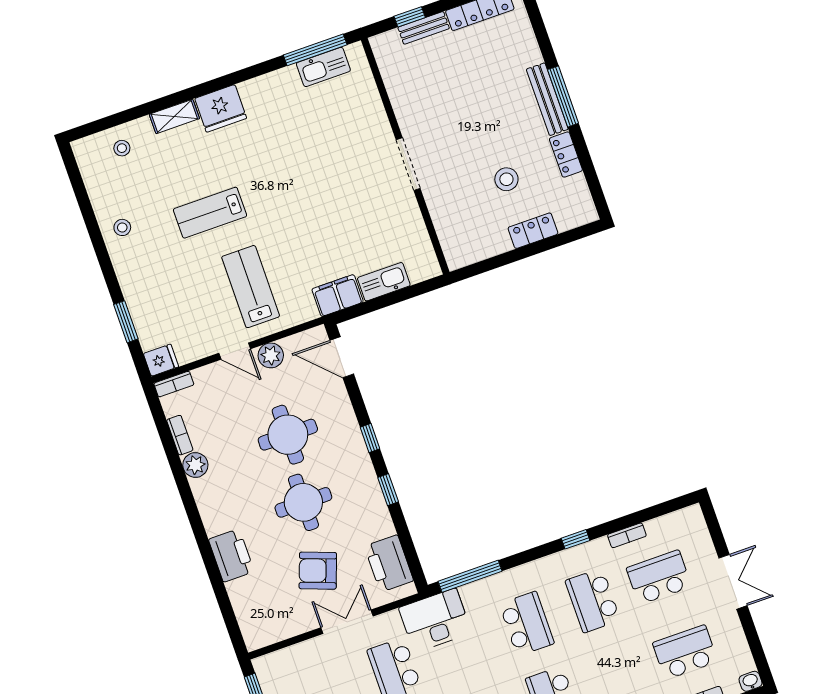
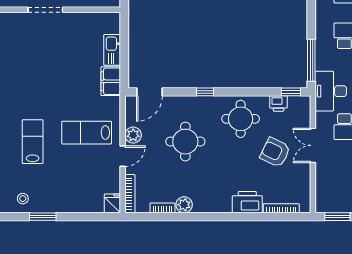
lab bench: (210, 213) -> (33, 142), turned 180
window: (126, 322) -> (43, 217), moved
bookcase: (174, 384) -> (130, 194), width x1.56
window: (388, 490) -> (291, 92), moved
round table: (303, 502) -> (241, 119), moved
printer: (389, 563) -> (279, 103), width x0.53, depth x0.68
armchair: (318, 571) -> (275, 152), turned 96
bookcase: (240, 608) -> (281, 208), added

